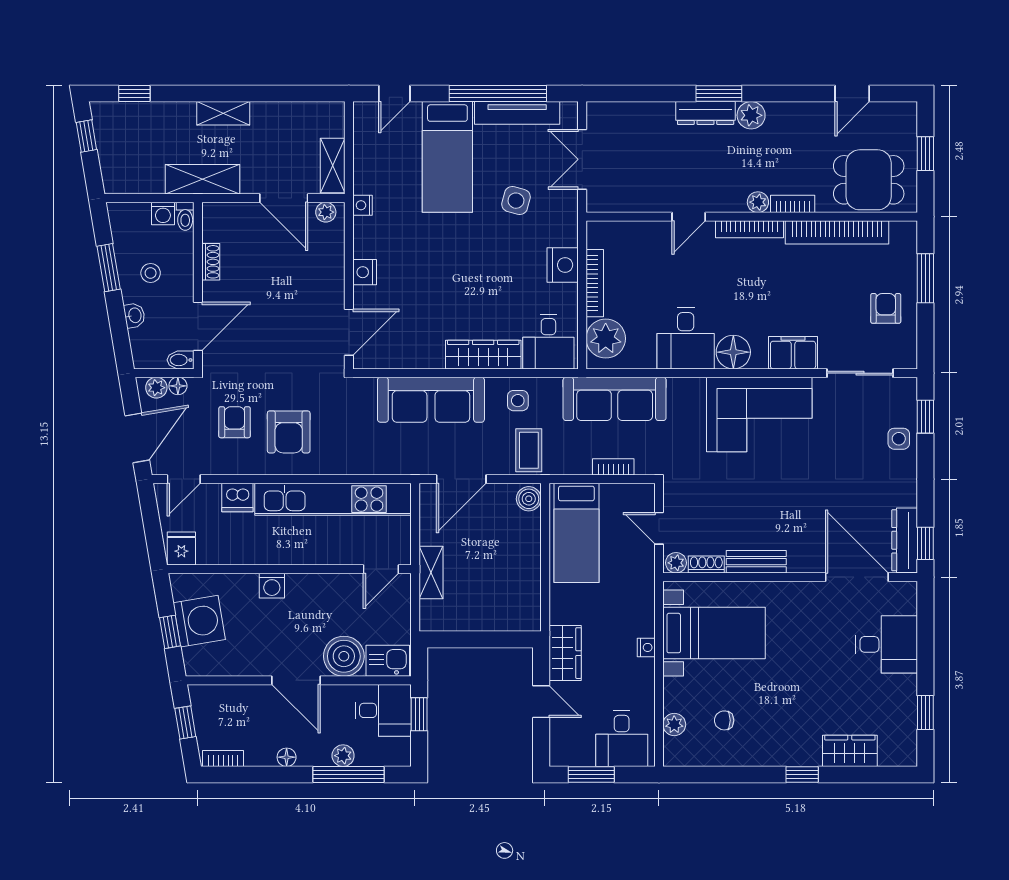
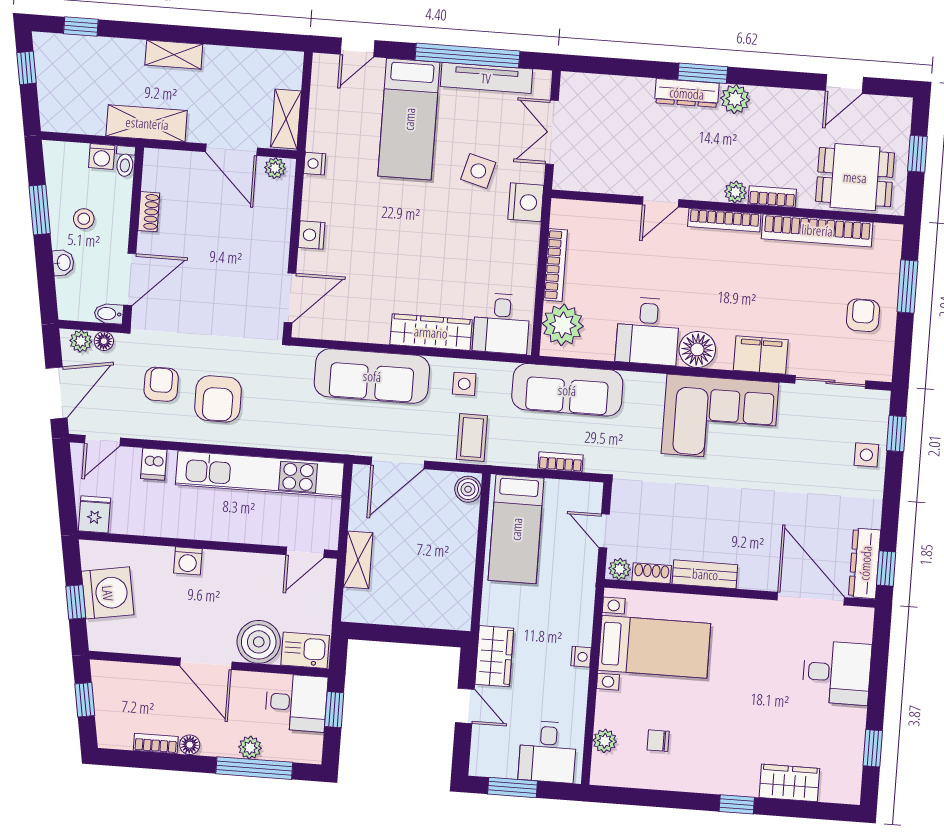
nightstand: (563, 265) -> (526, 202), moved
dishwasher: (237, 497) -> (154, 464), width x0.73
bookcase: (223, 758) -> (156, 743), moved

